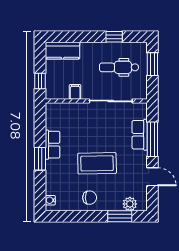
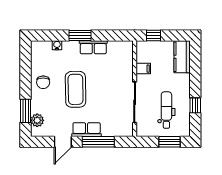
row of seats: (140, 135) -> (87, 130), moved
water cooler: (50, 200) -> (57, 45), moved

